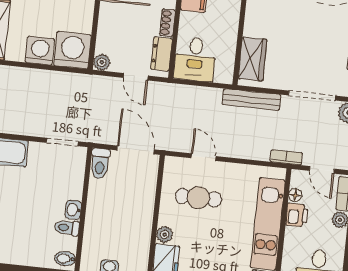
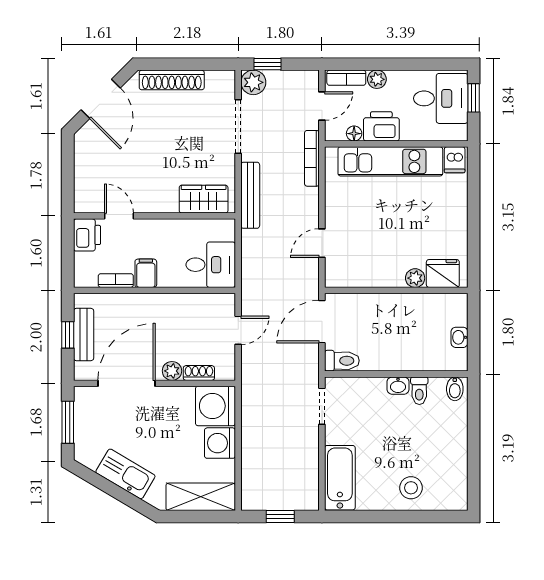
shoe rack: (167, 23) -> (199, 373), moved, turned 180
dresser: (161, 54) -> (209, 304), removed
plant: (102, 62) -> (172, 371), moved
bookcase: (286, 157) -> (312, 158), width x1.56
cafe table: (198, 198) -> (369, 244), removed
printer: (297, 215) -> (381, 126), width x1.36, depth x1.24

